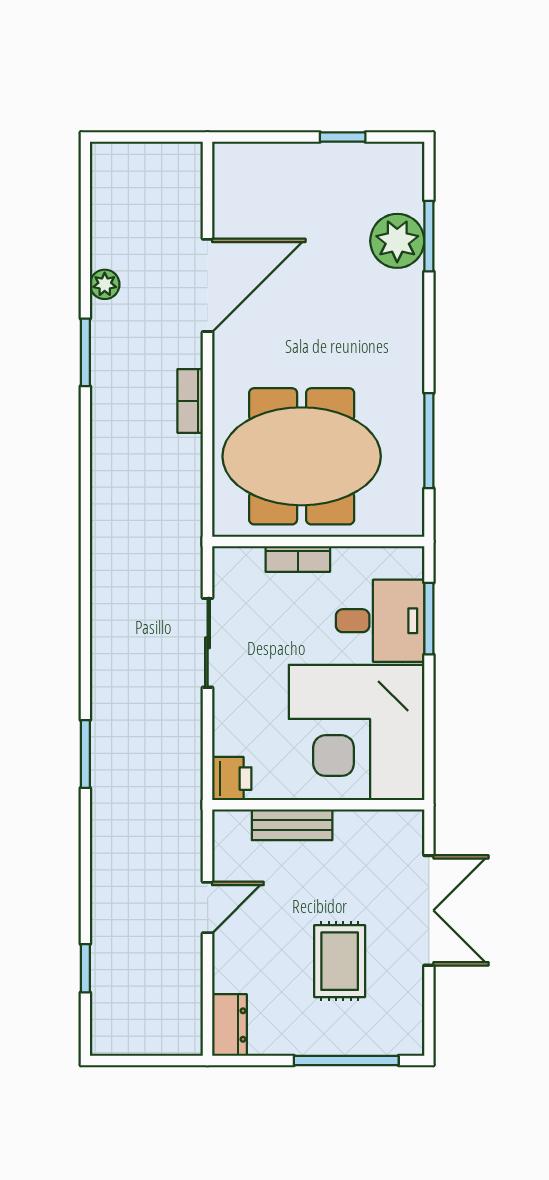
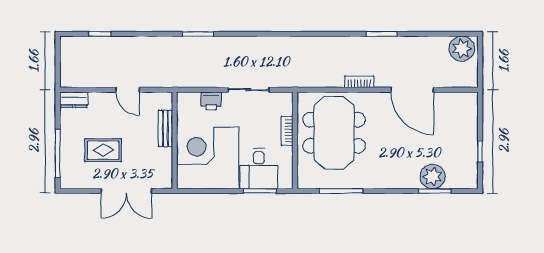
plant: (105, 284) -> (462, 49), moved, width x1.88, depth x1.88
printer: (232, 779) -> (211, 101), moved

